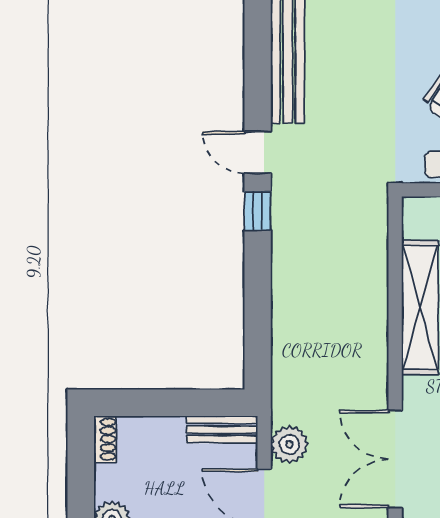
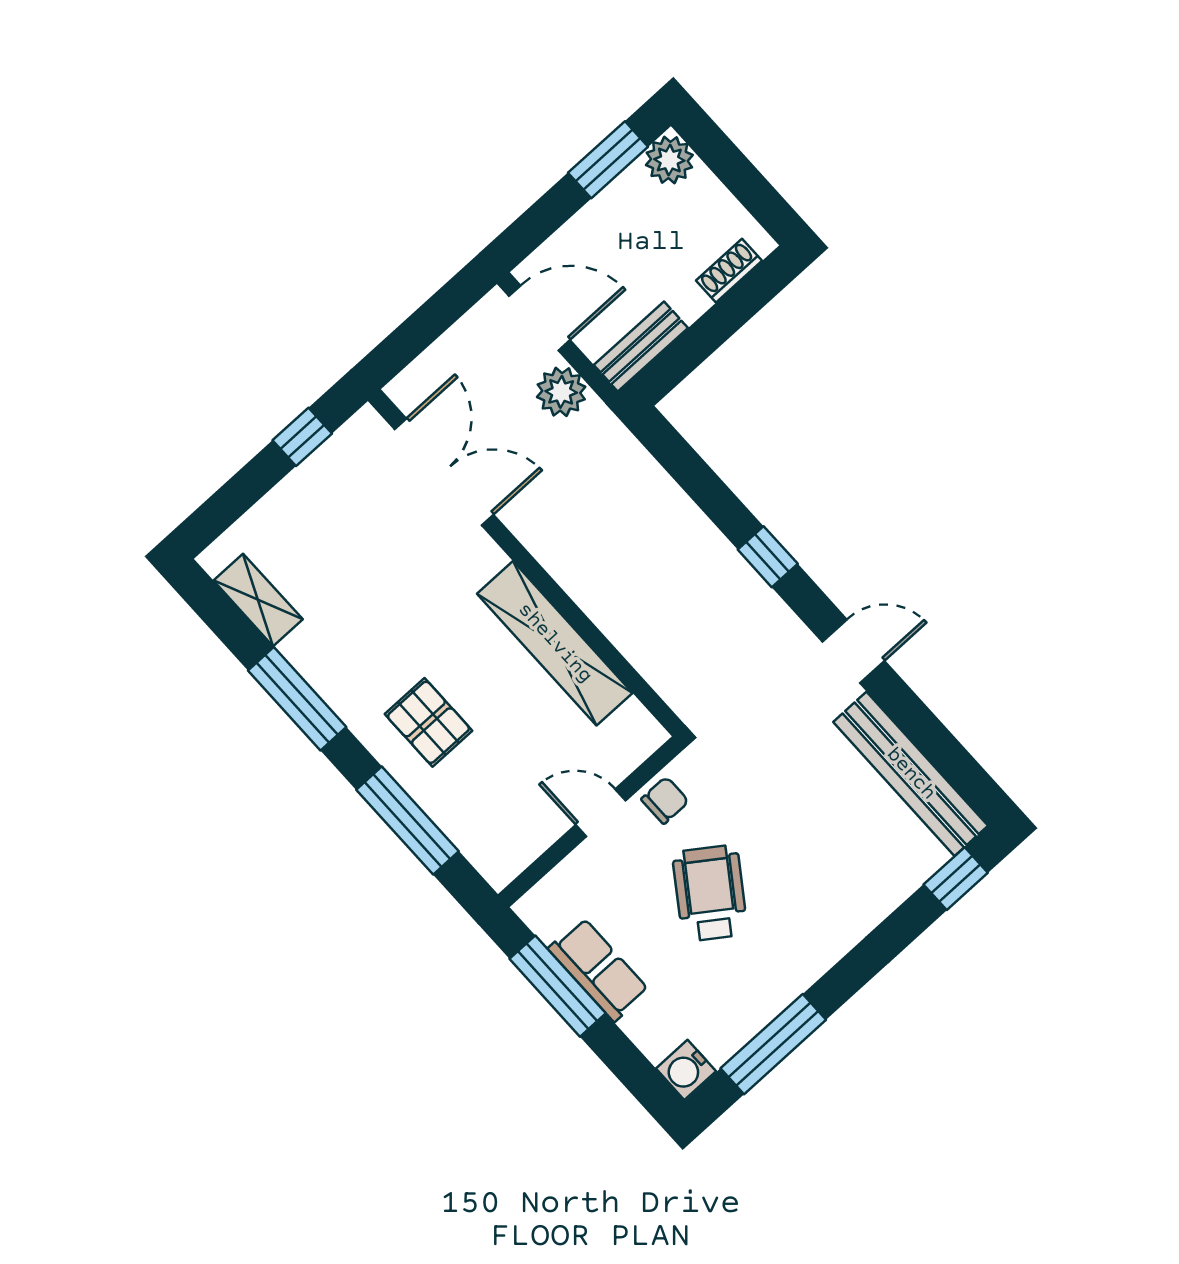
window: (258, 211) -> (768, 557), moved
shoe rack: (105, 439) -> (729, 271), moved, turned 90

